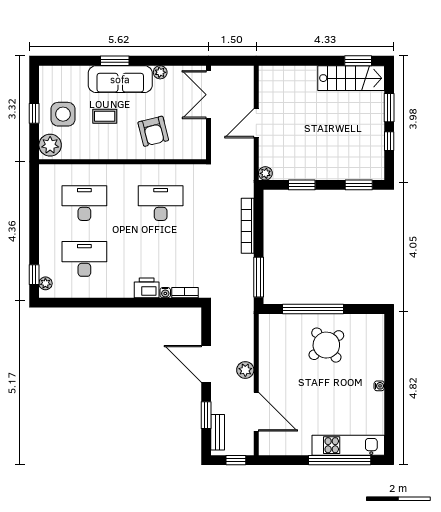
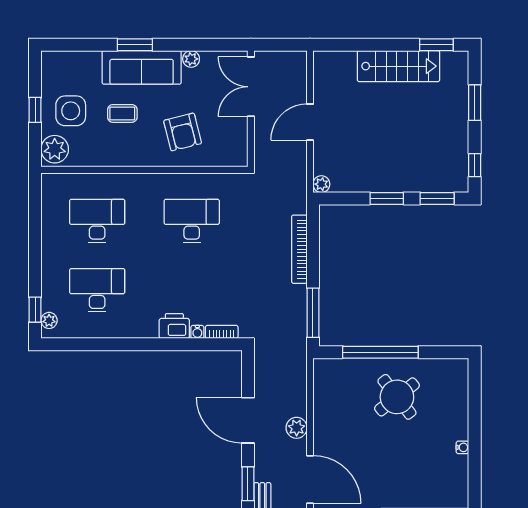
stairs: (351, 78) -> (398, 66), moved
window: (389, 141) -> (475, 165), moved
window: (302, 185) -> (387, 198), moved

